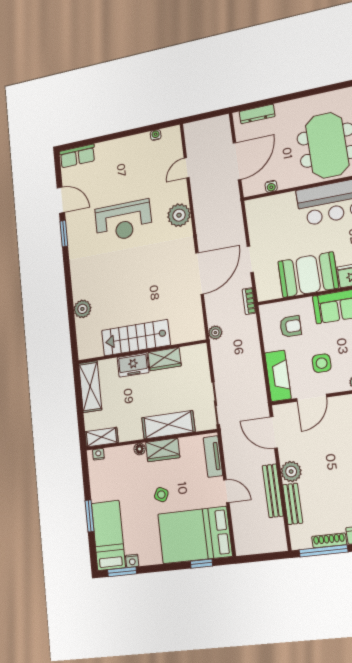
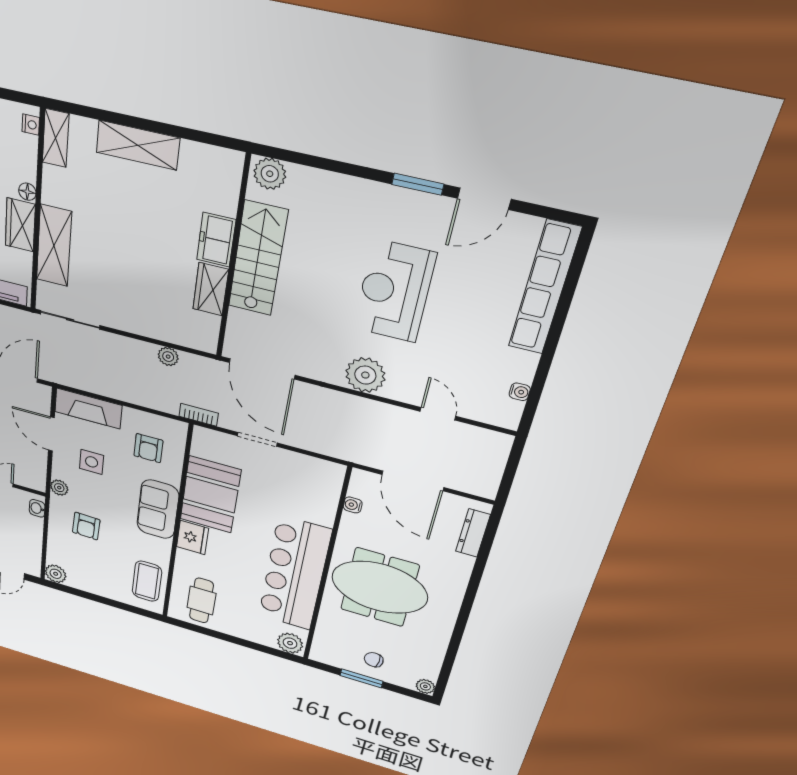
row of seats: (77, 156) -> (544, 288), width x2.02
stairs: (136, 338) -> (258, 259), moved
wall: (141, 352) -> (233, 259), moved
wardrobe: (165, 359) -> (211, 289), moved
freezer: (133, 365) -> (216, 240), moved

